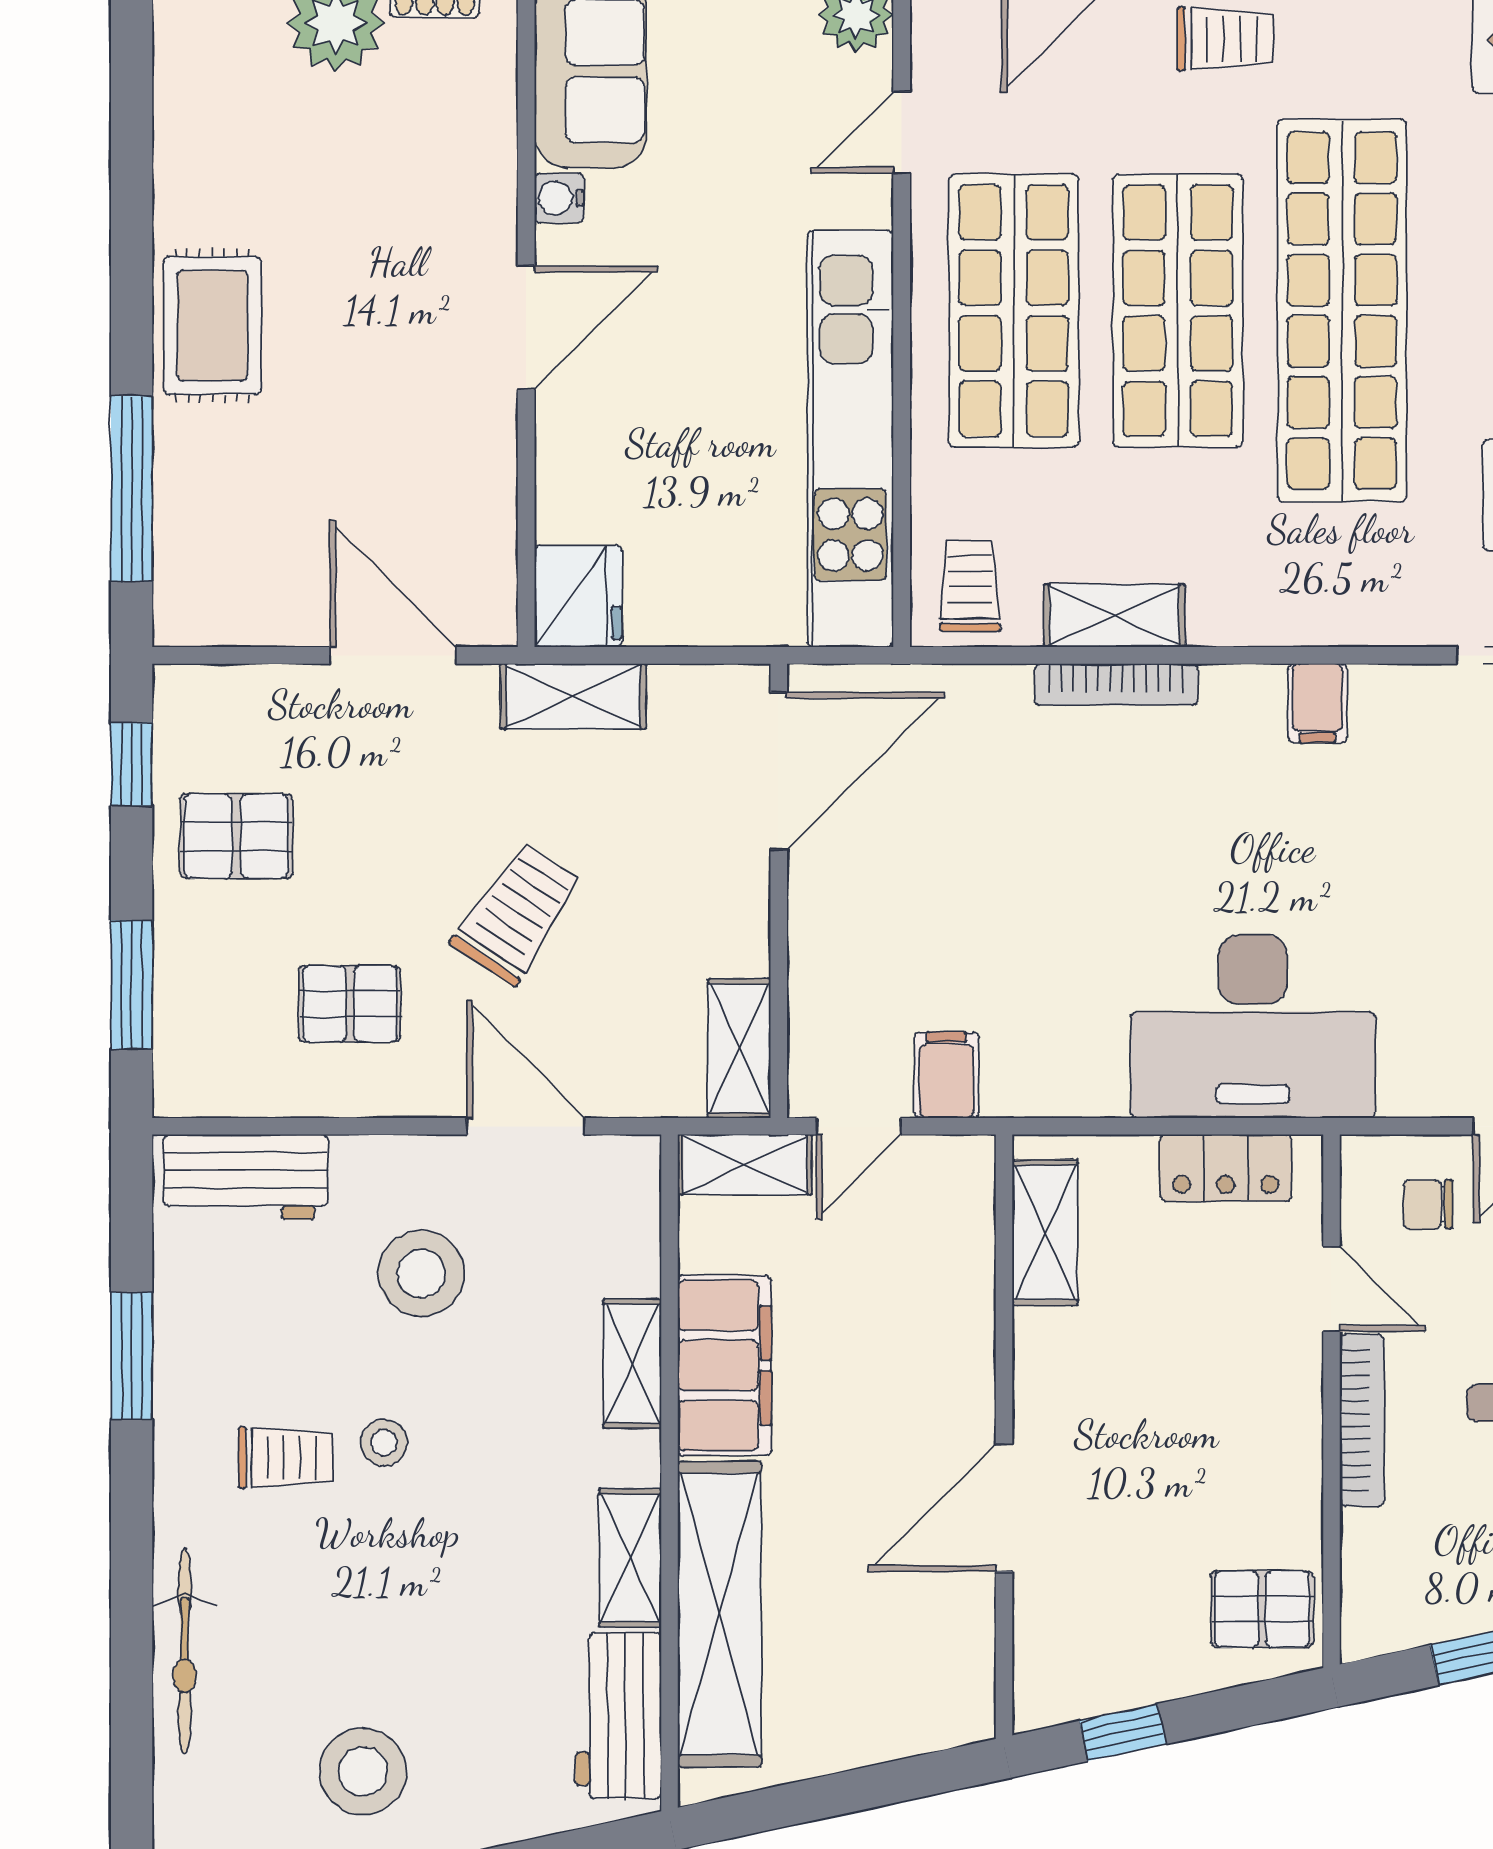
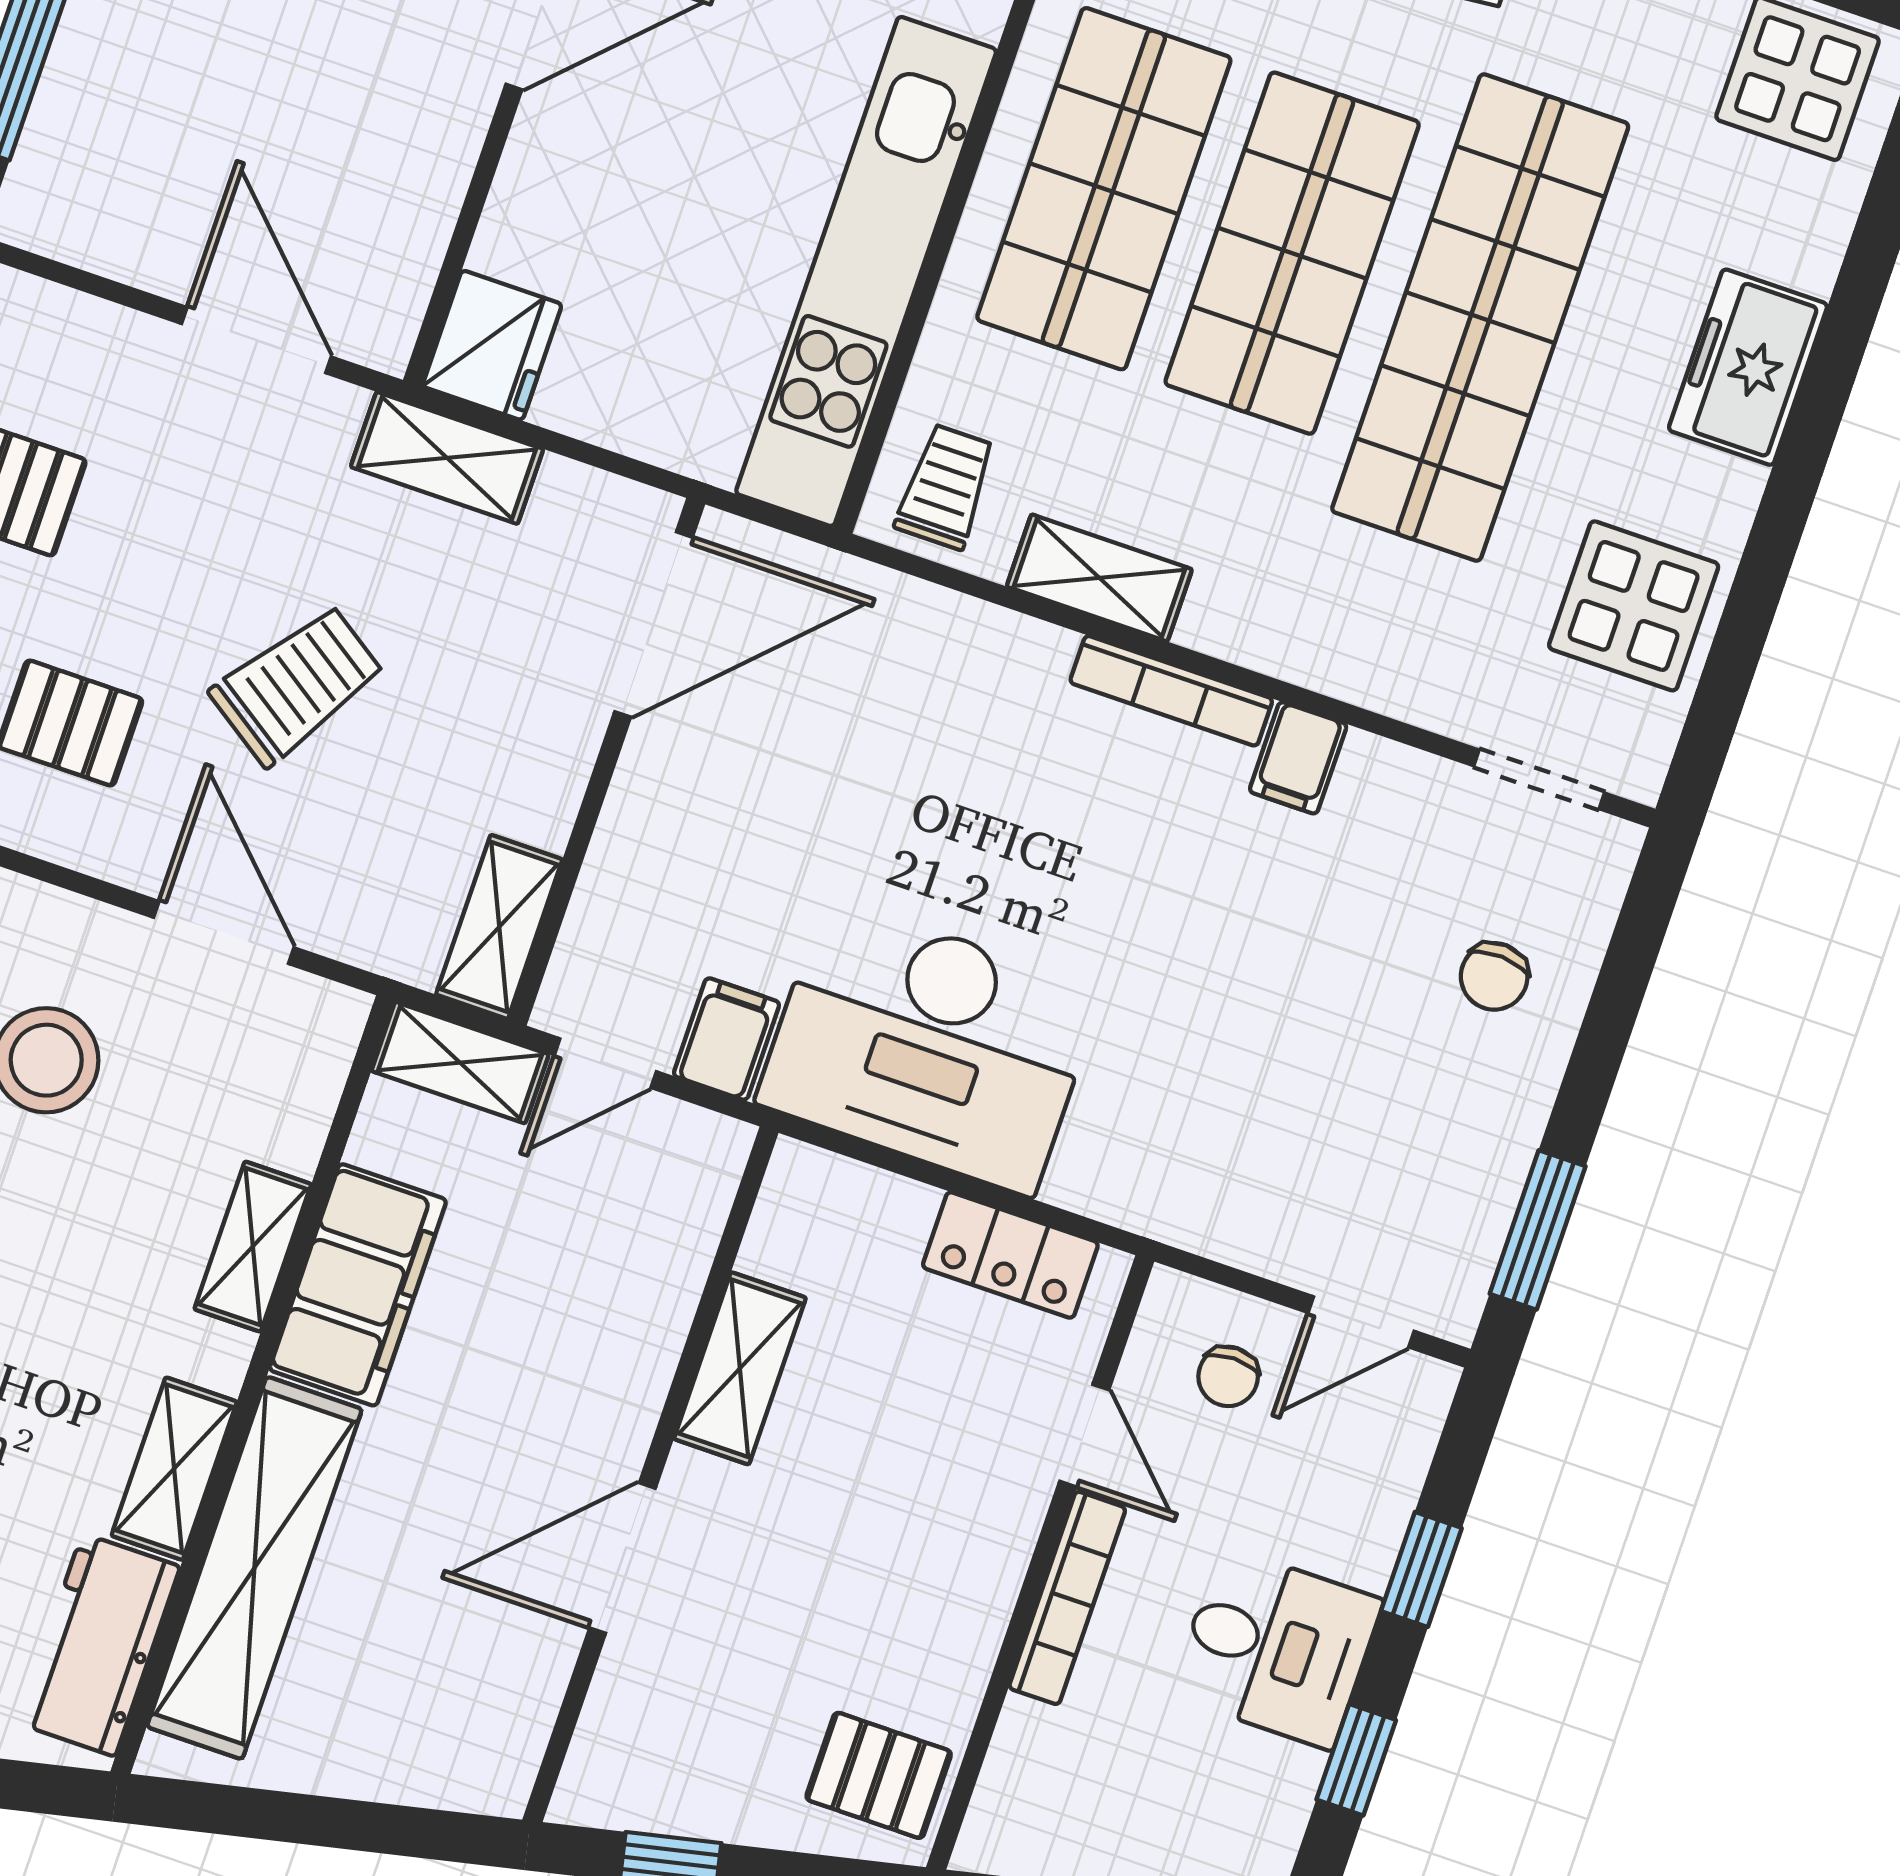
bookcase: (1116, 684) -> (1171, 691), moved
desk: (1253, 1026) -> (929, 1046), moved
chair: (1428, 1204) -> (1228, 1376), turned -90
shelving: (1045, 1232) -> (740, 1368), moved

